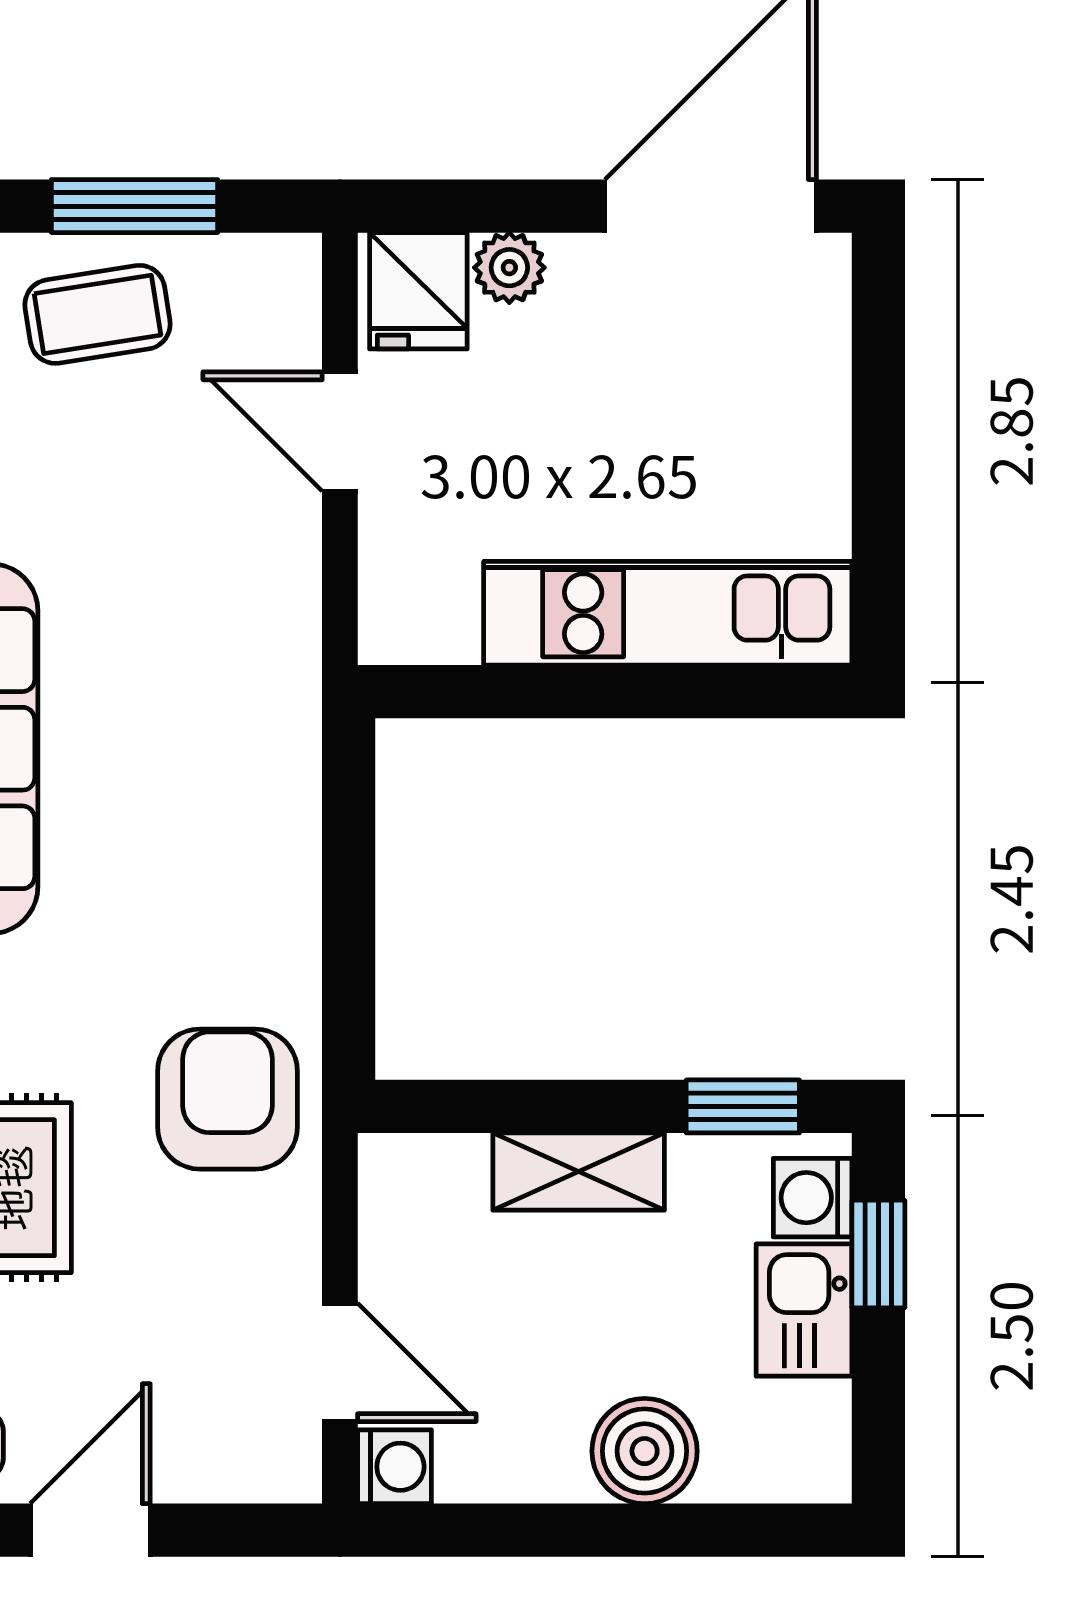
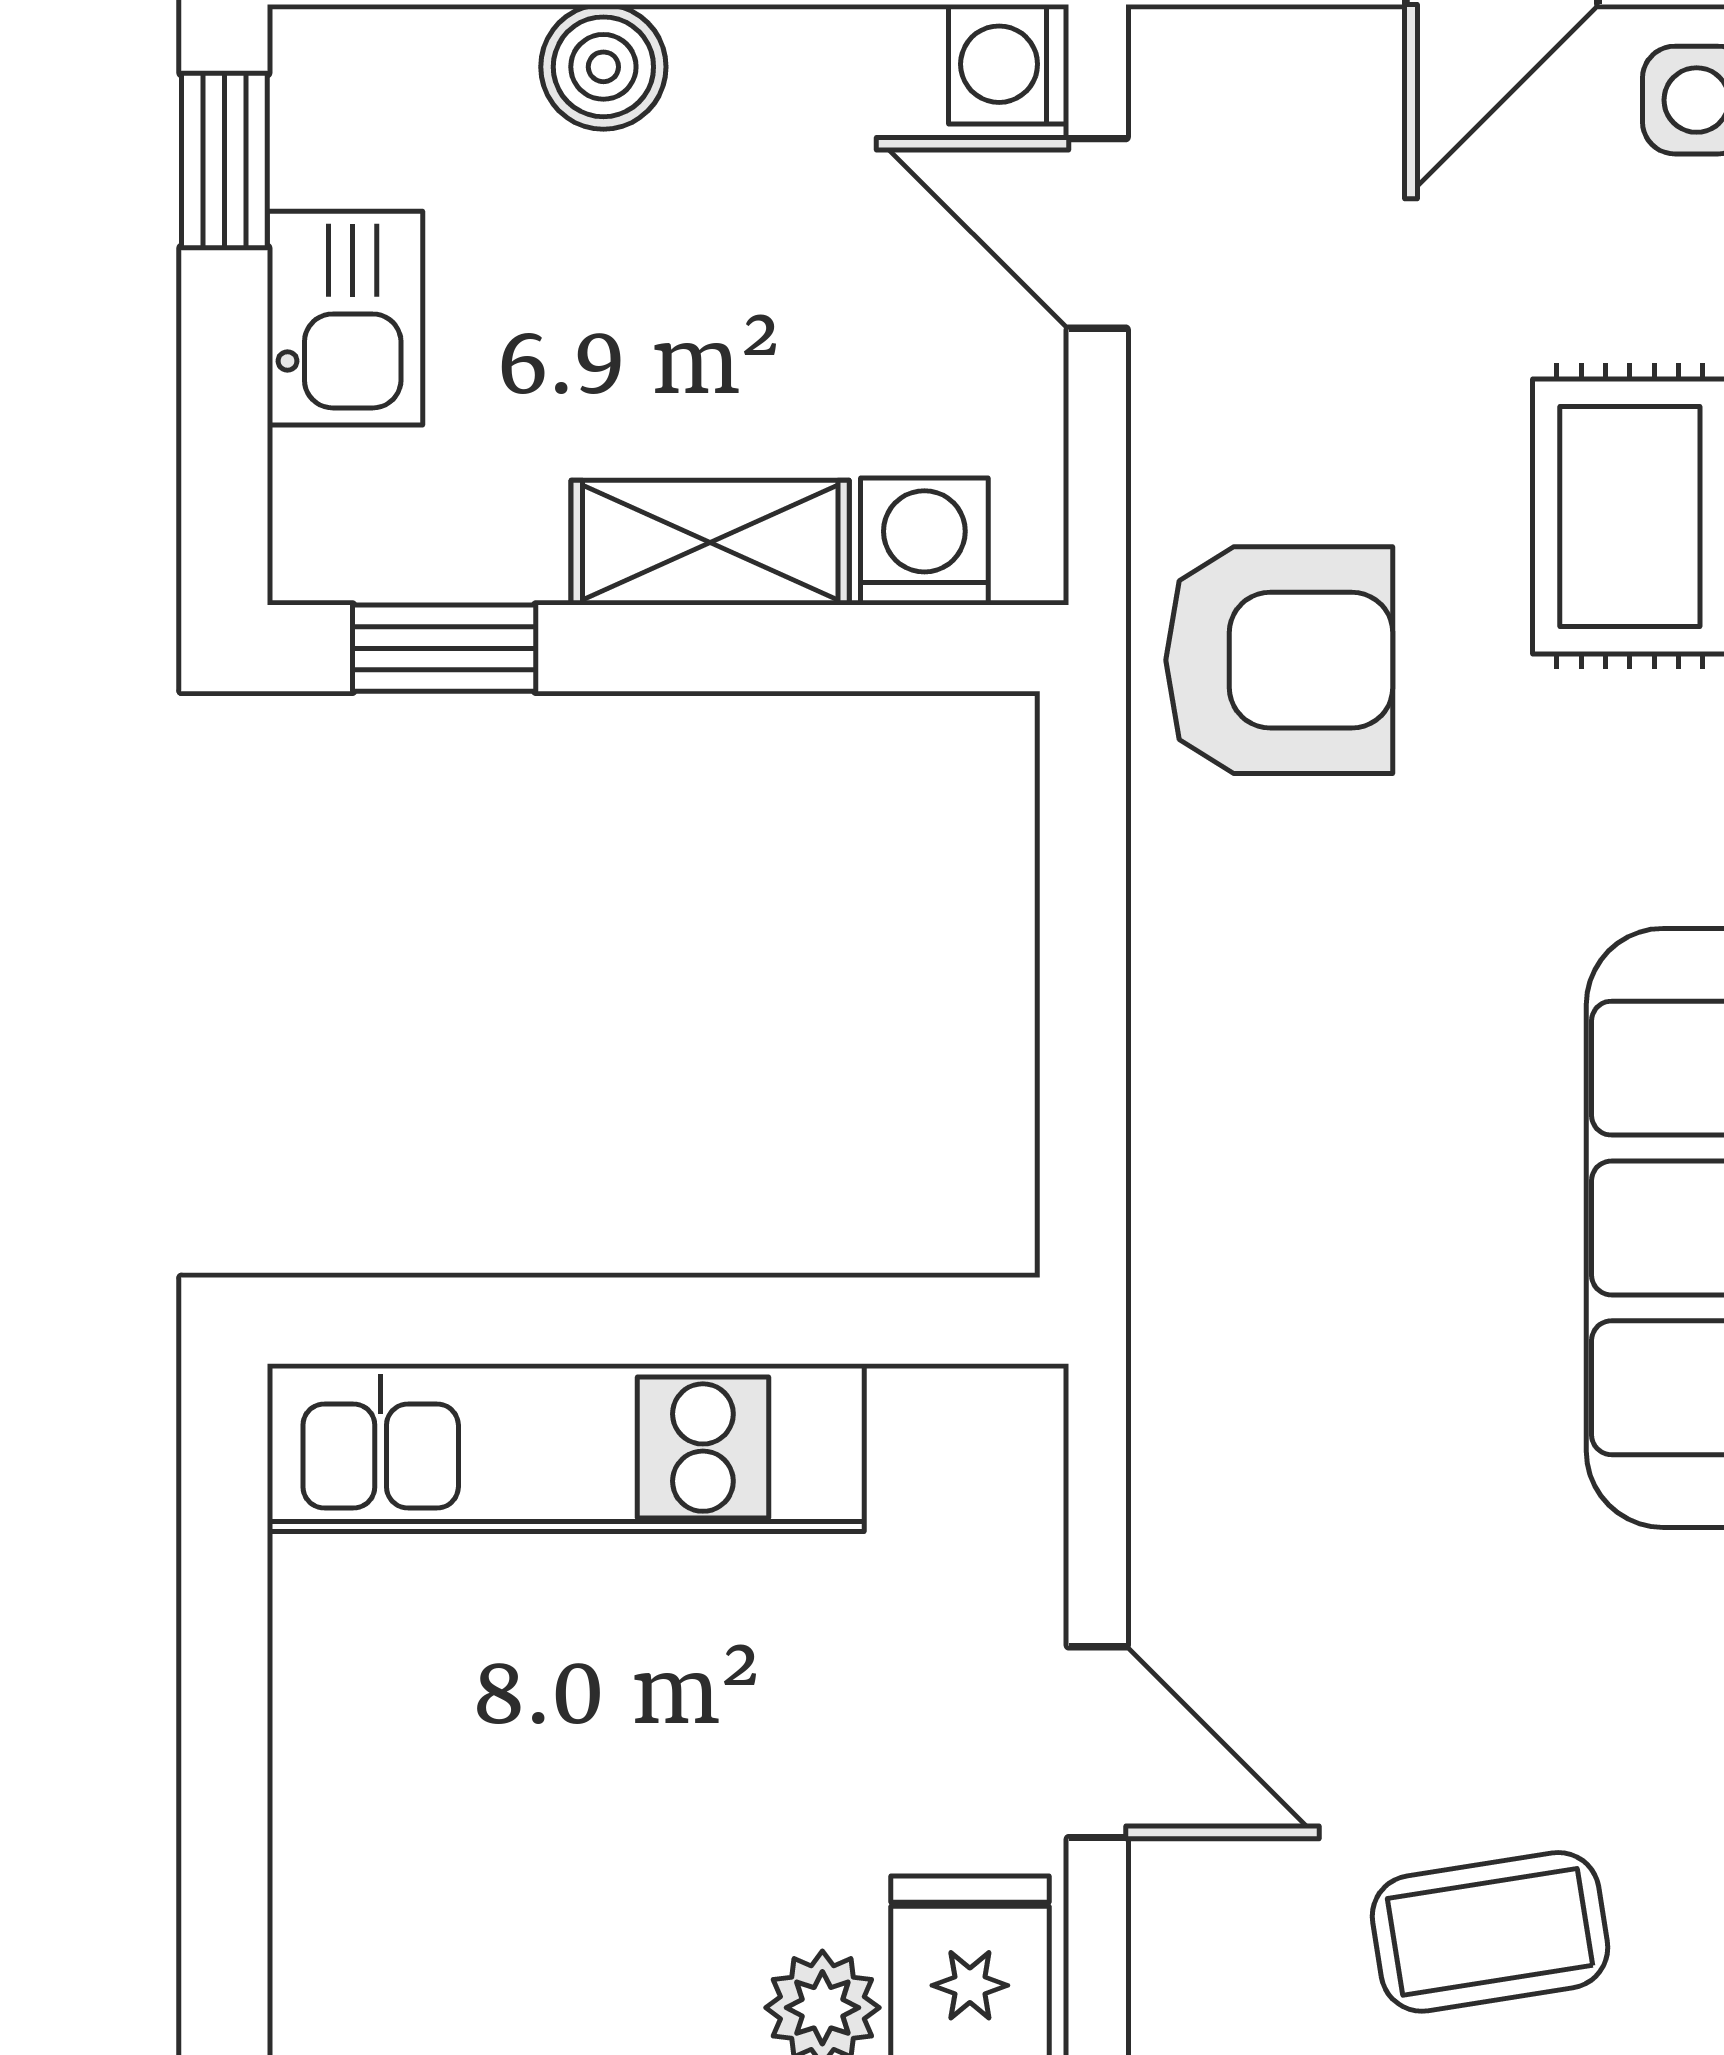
armchair: (228, 1099) -> (1279, 660), turned -90
washing machine: (813, 1198) -> (924, 541), moved, turned -90
window: (878, 1254) -> (224, 161), moved
boiler: (645, 1451) -> (603, 67), width x0.73, depth x0.73

